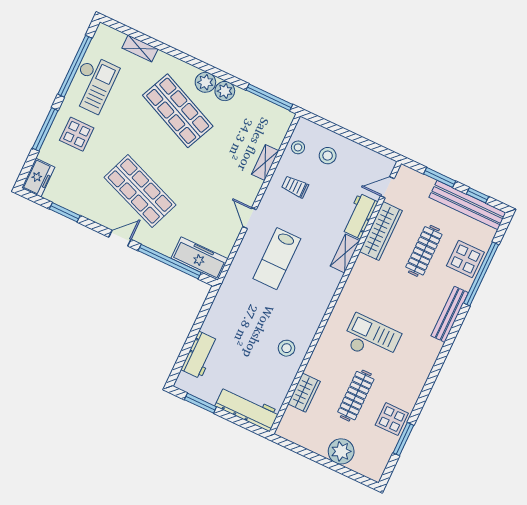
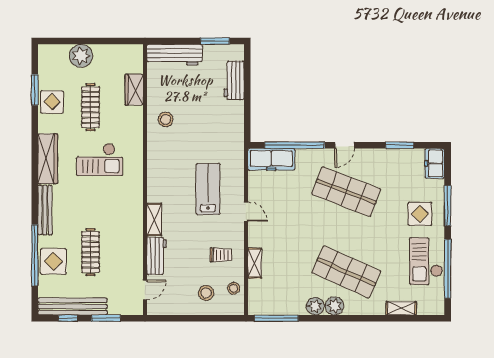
wardrobe: (381, 231) -> (48, 159), moved, turned 180

